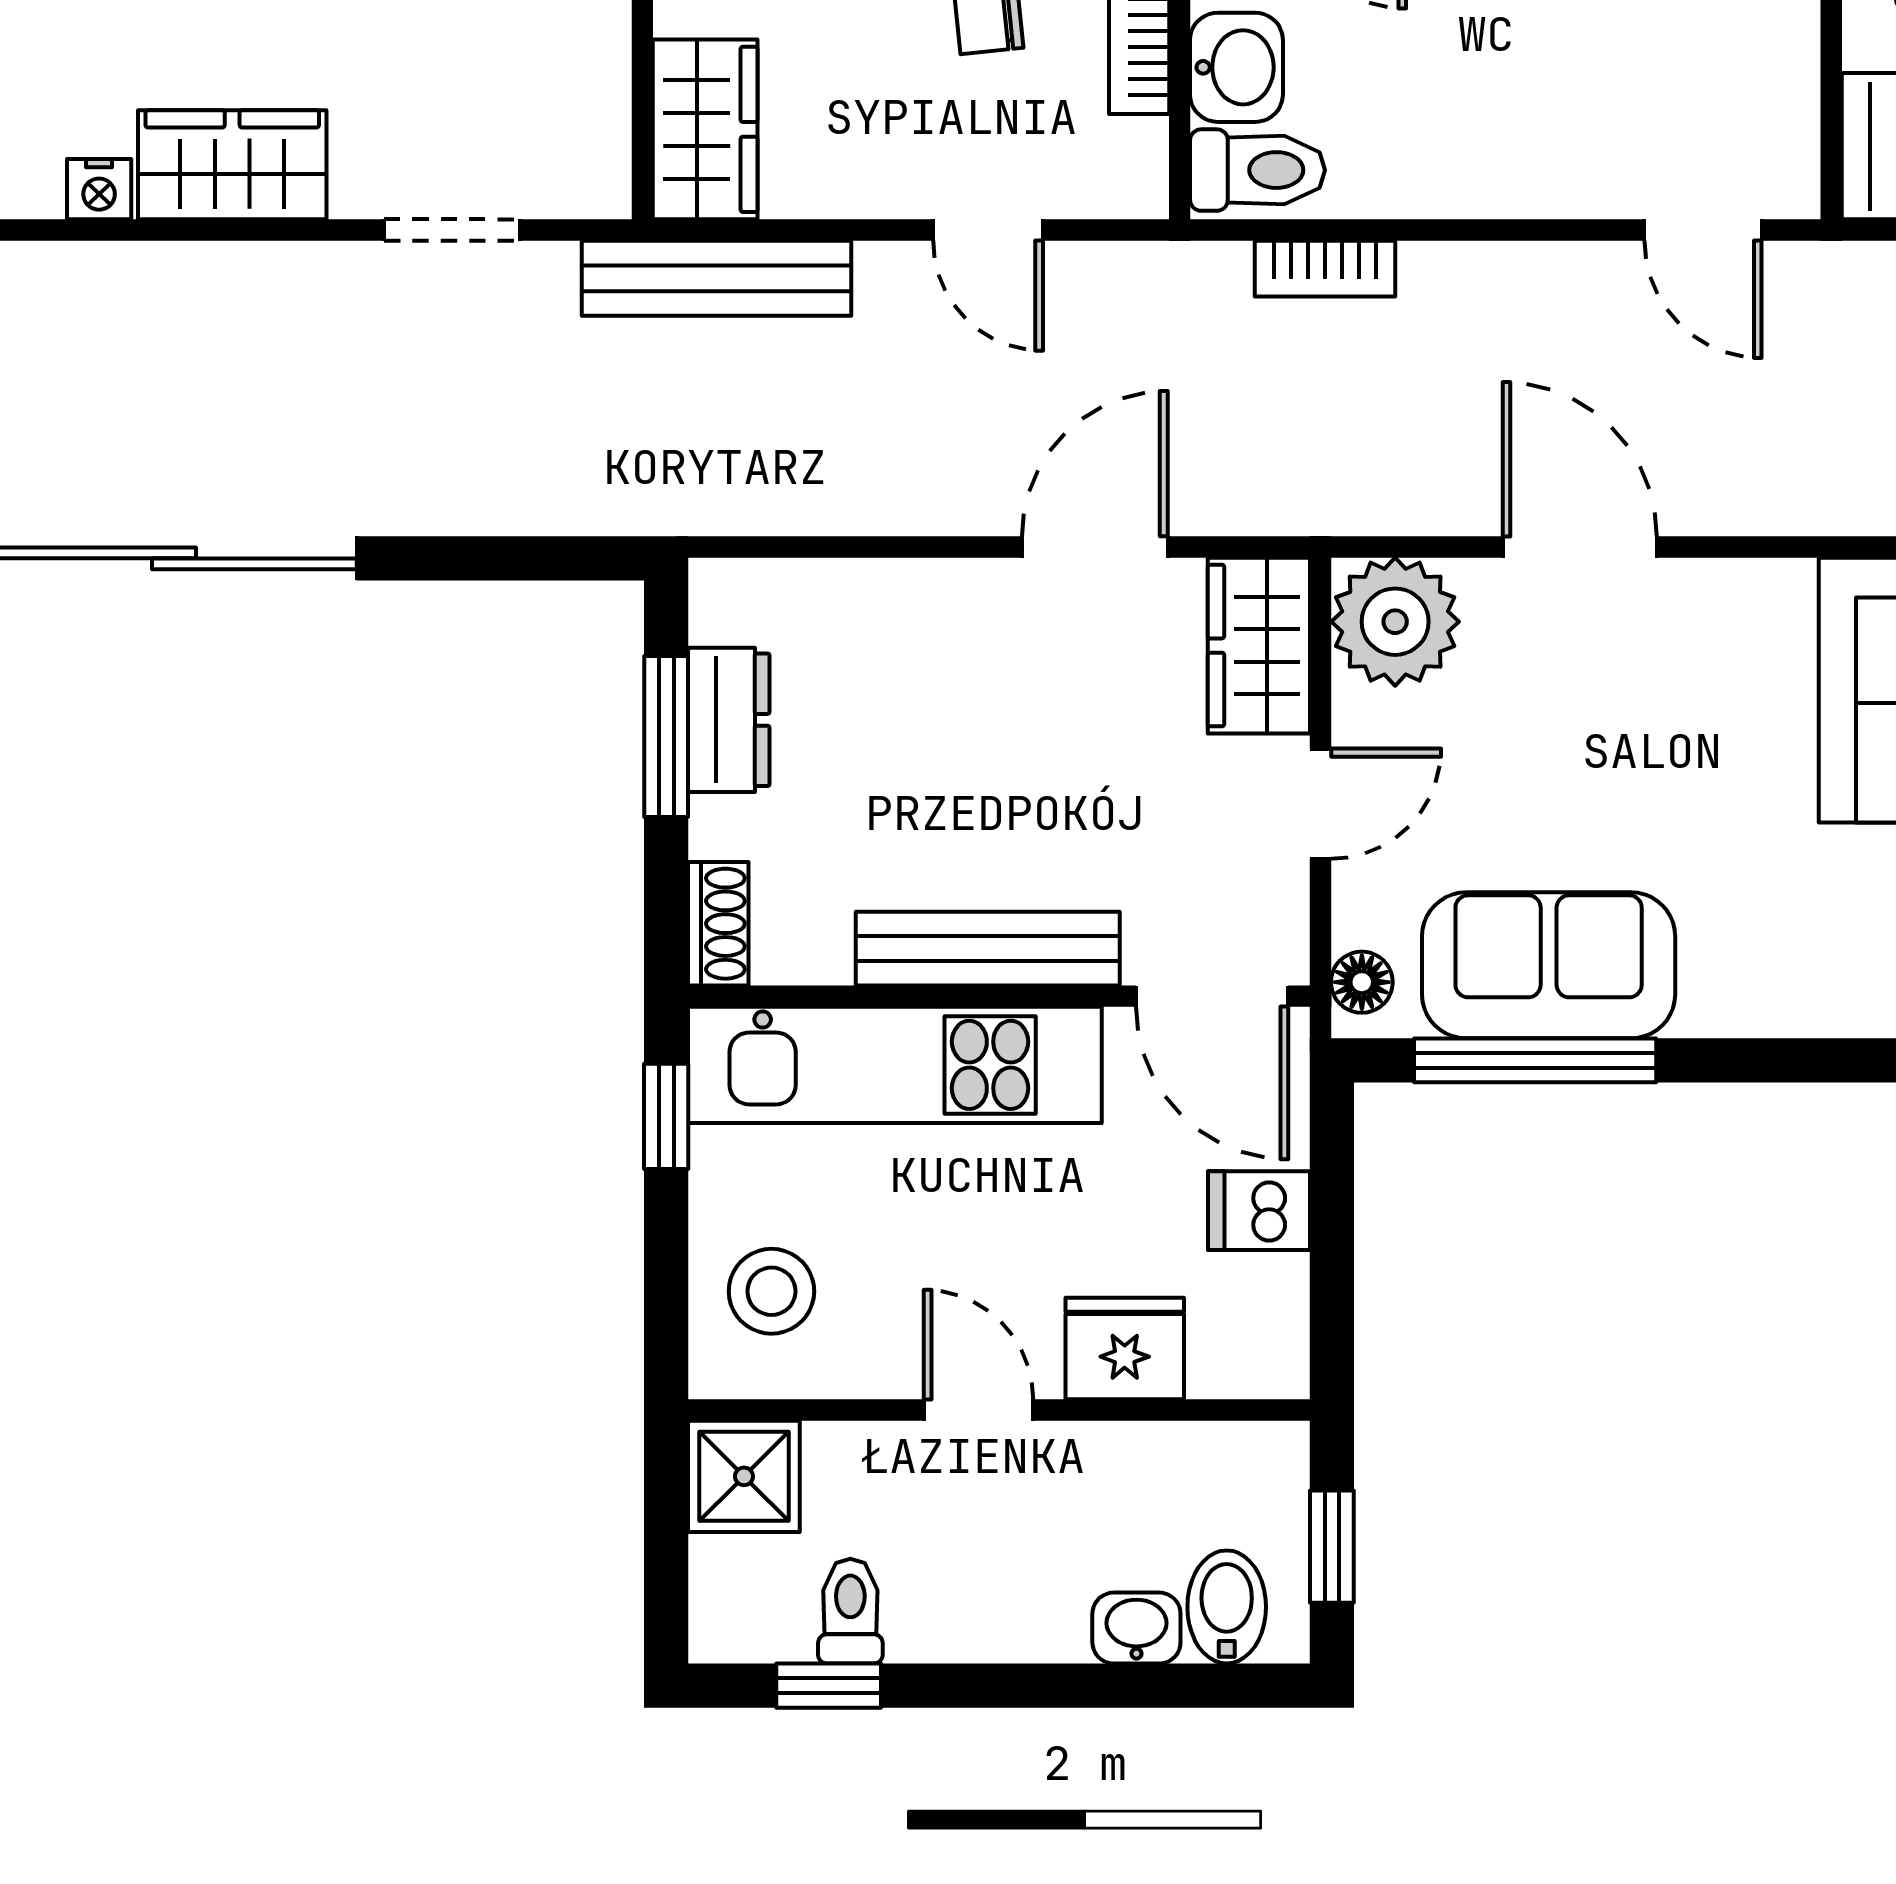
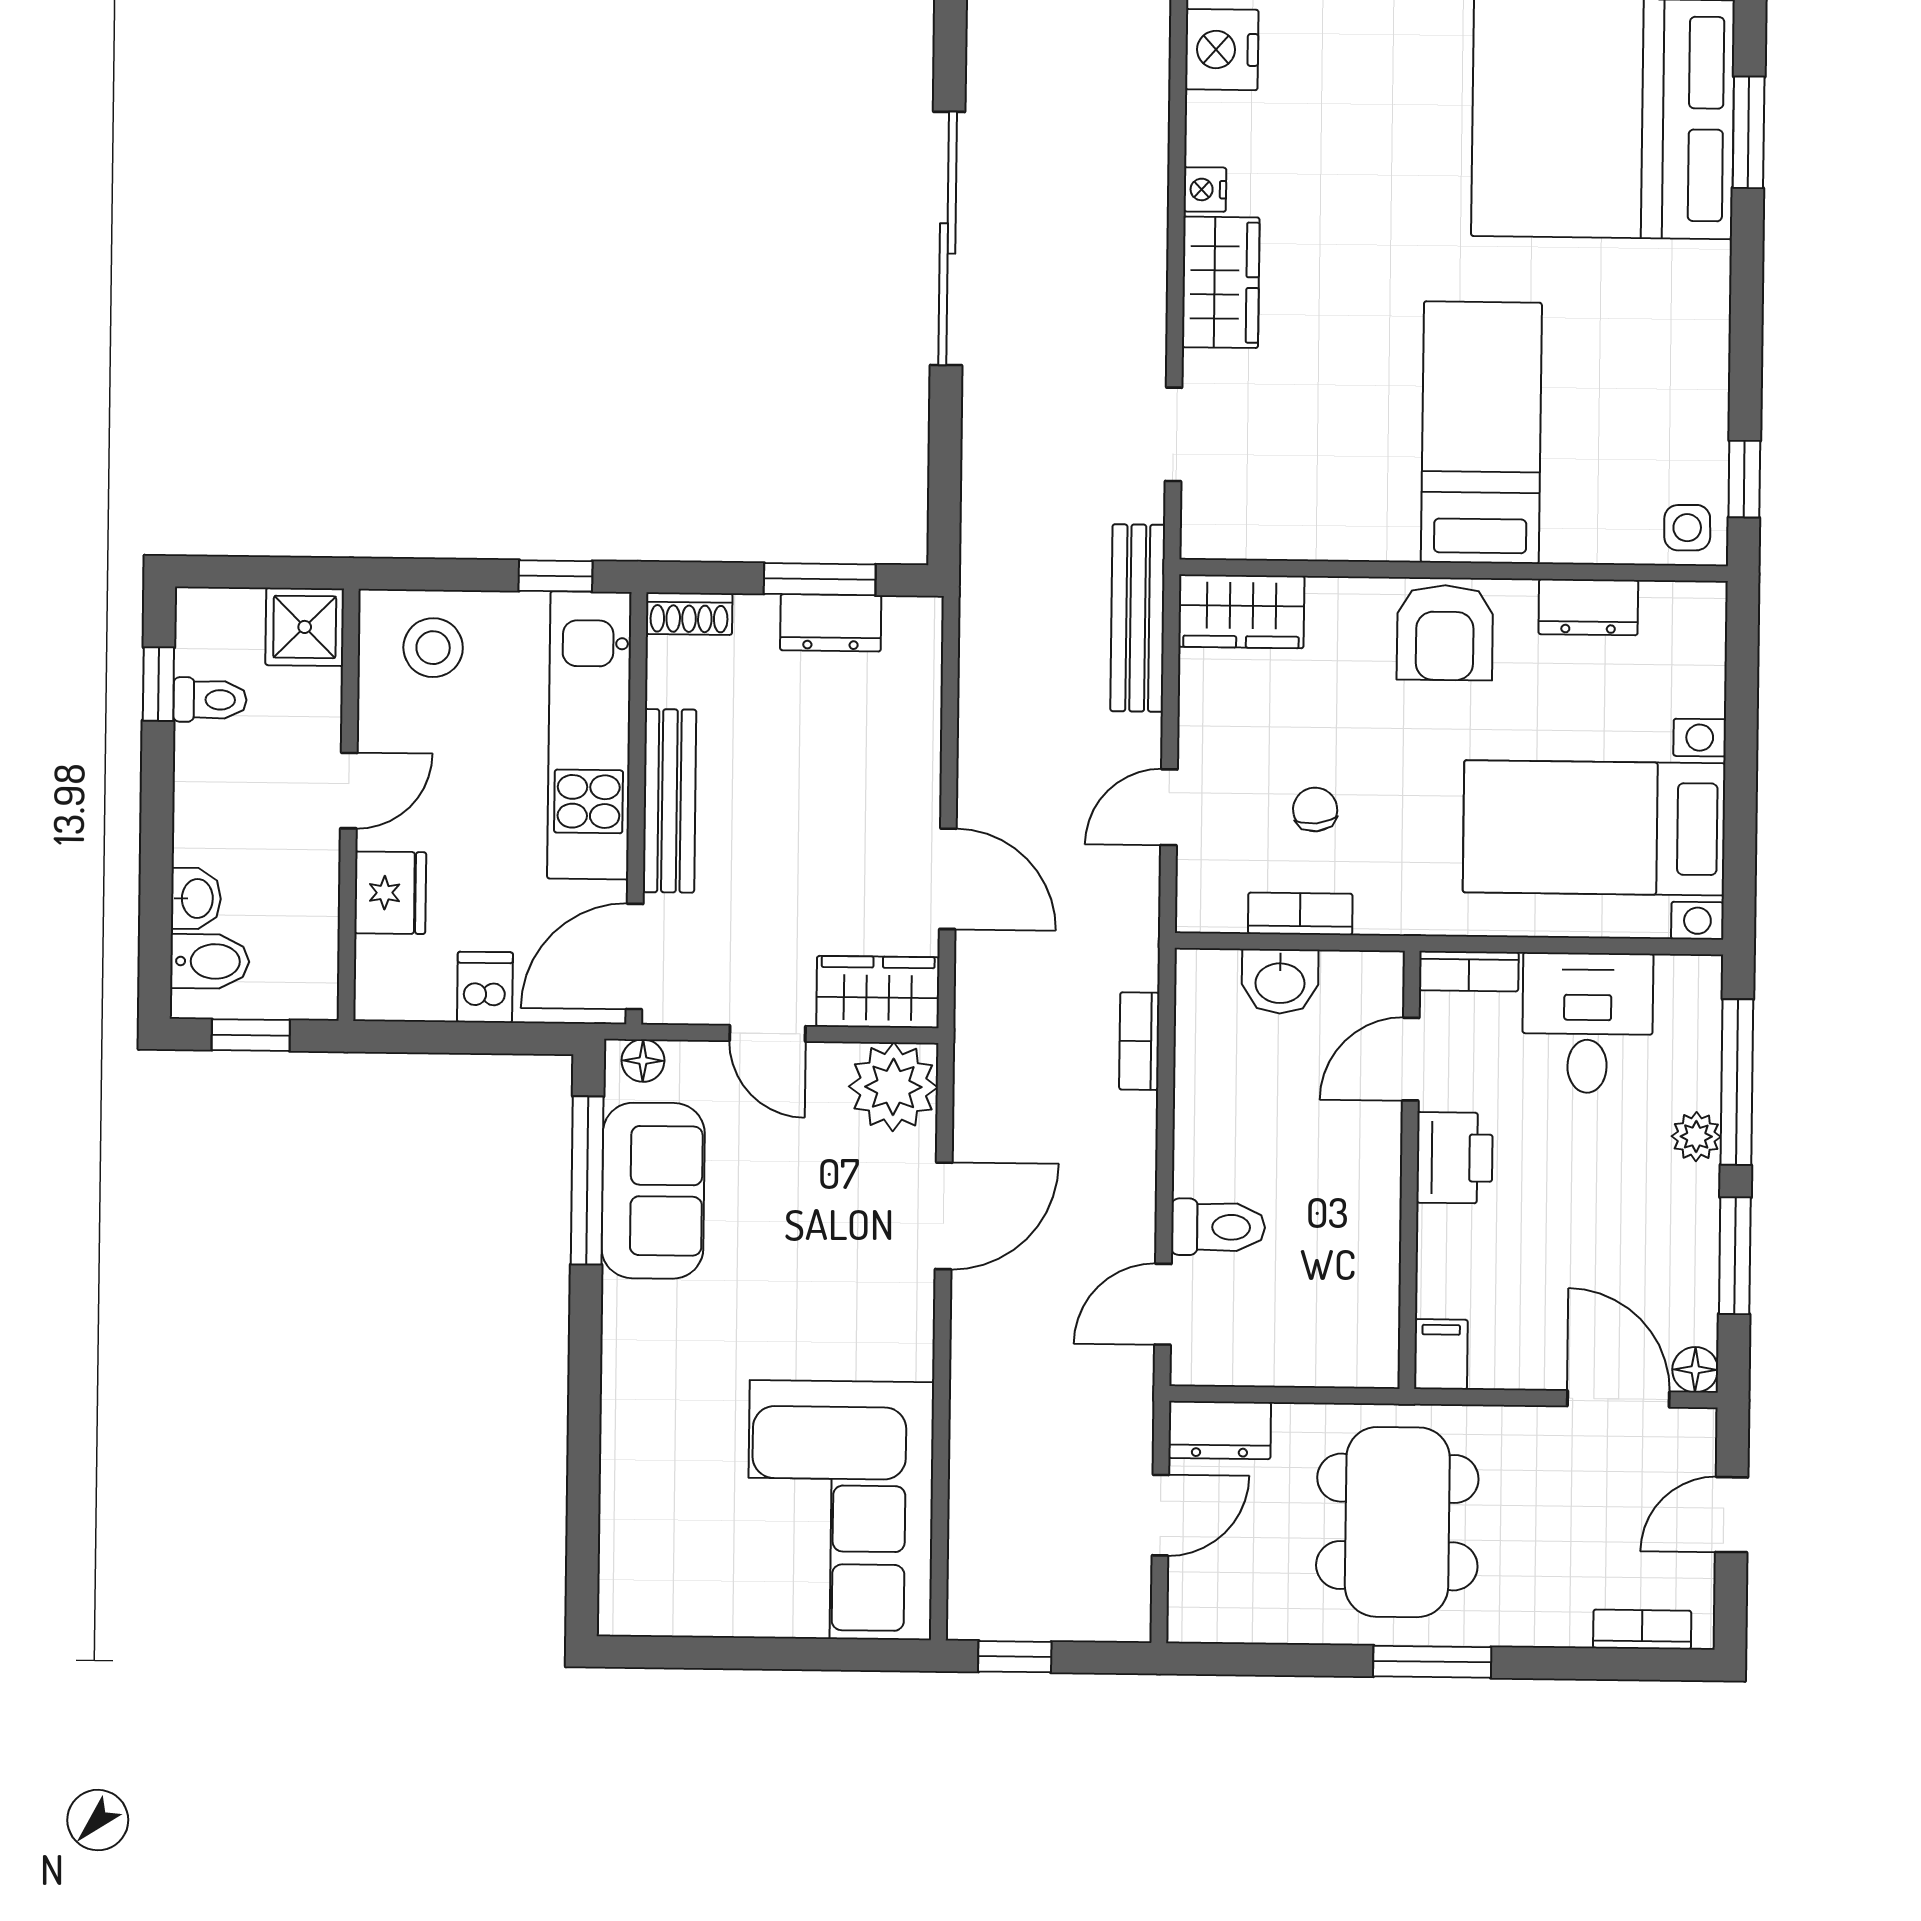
toilet: (1257, 170) -> (1218, 1227), moved, turned -90

